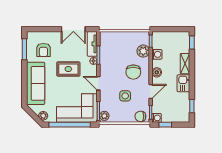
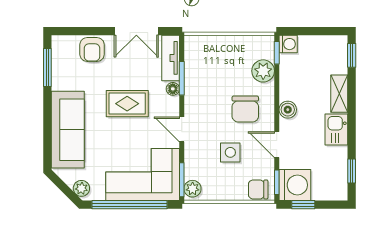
armchair: (43, 50) -> (92, 50), moved
washing machine: (157, 54) -> (288, 44), moved
door: (151, 92) -> (277, 145), swing flipped
washing machine: (157, 118) -> (295, 185), width x1.89, depth x1.89

